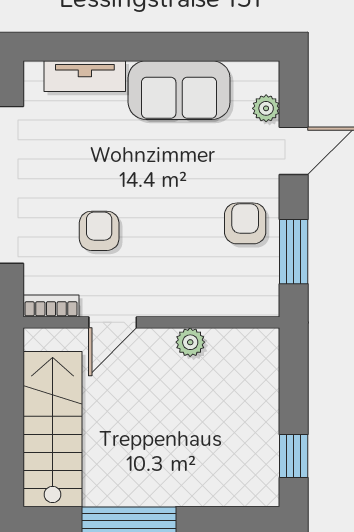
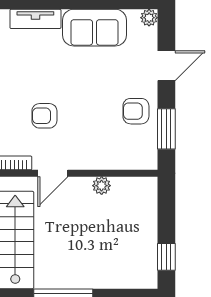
plant: (266, 108) -> (149, 18), moved
armchair: (245, 223) -> (136, 111), turned -90
armchair: (99, 231) -> (44, 116), turned -90

